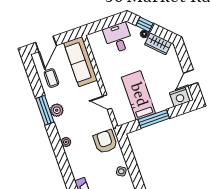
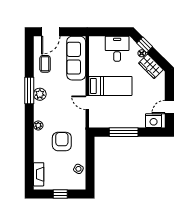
bed: (138, 95) -> (110, 86), moved, turned 90
armchair: (105, 142) -> (62, 141), moved

